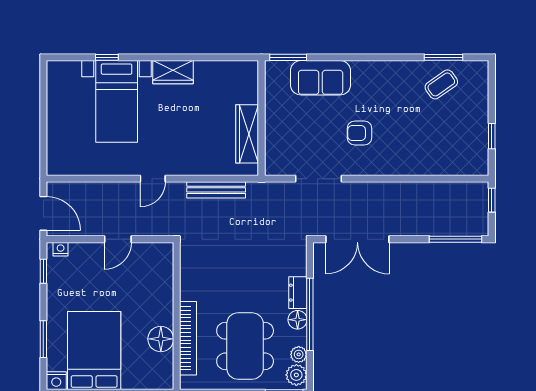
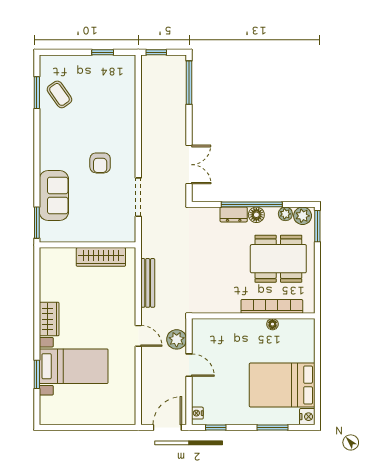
window: (107, 57) -> (37, 374), width x1.50
plant: (149, 224) -> (177, 339), added
double door: (357, 239) -> (189, 165), width x0.73
floor lamp: (161, 339) -> (272, 324), width x0.53, depth x0.53

